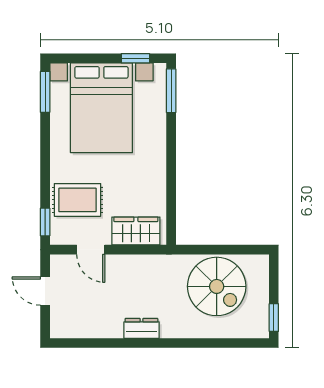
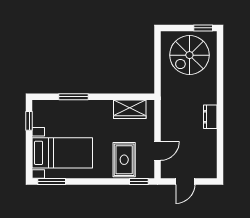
window: (171, 91) -> (74, 97), moved
bed with nightstands: (101, 108) -> (62, 153), width x0.73
wardrobe: (136, 231) -> (130, 109), moved, turned -90
spiral stairs: (217, 286) -> (189, 55), moved, turned 180

